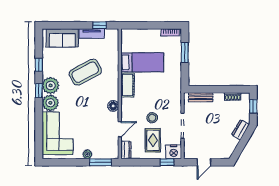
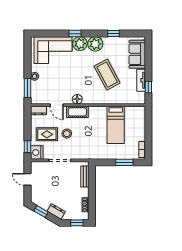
cot: (128, 85) -> (77, 112), moved
window: (39, 91) -> (75, 34), moved
window: (240, 147) -> (41, 211), added

